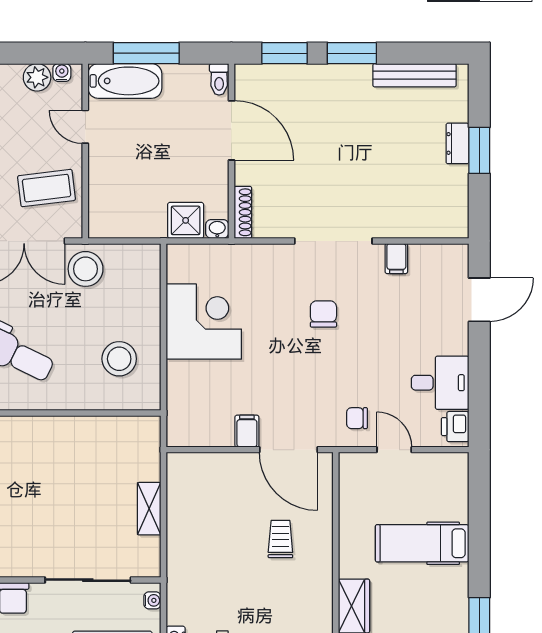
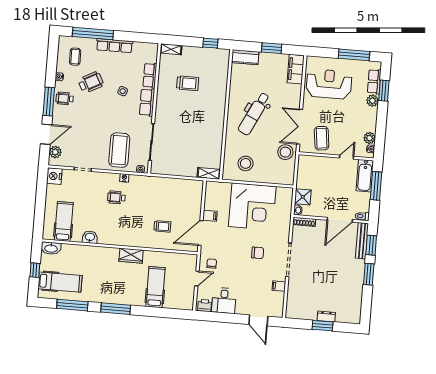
bench: (414, 75) -> (362, 241), moved
corner desk: (204, 322) -> (252, 206), width x1.36, depth x1.36
shelving: (149, 509) -> (209, 173), moved

